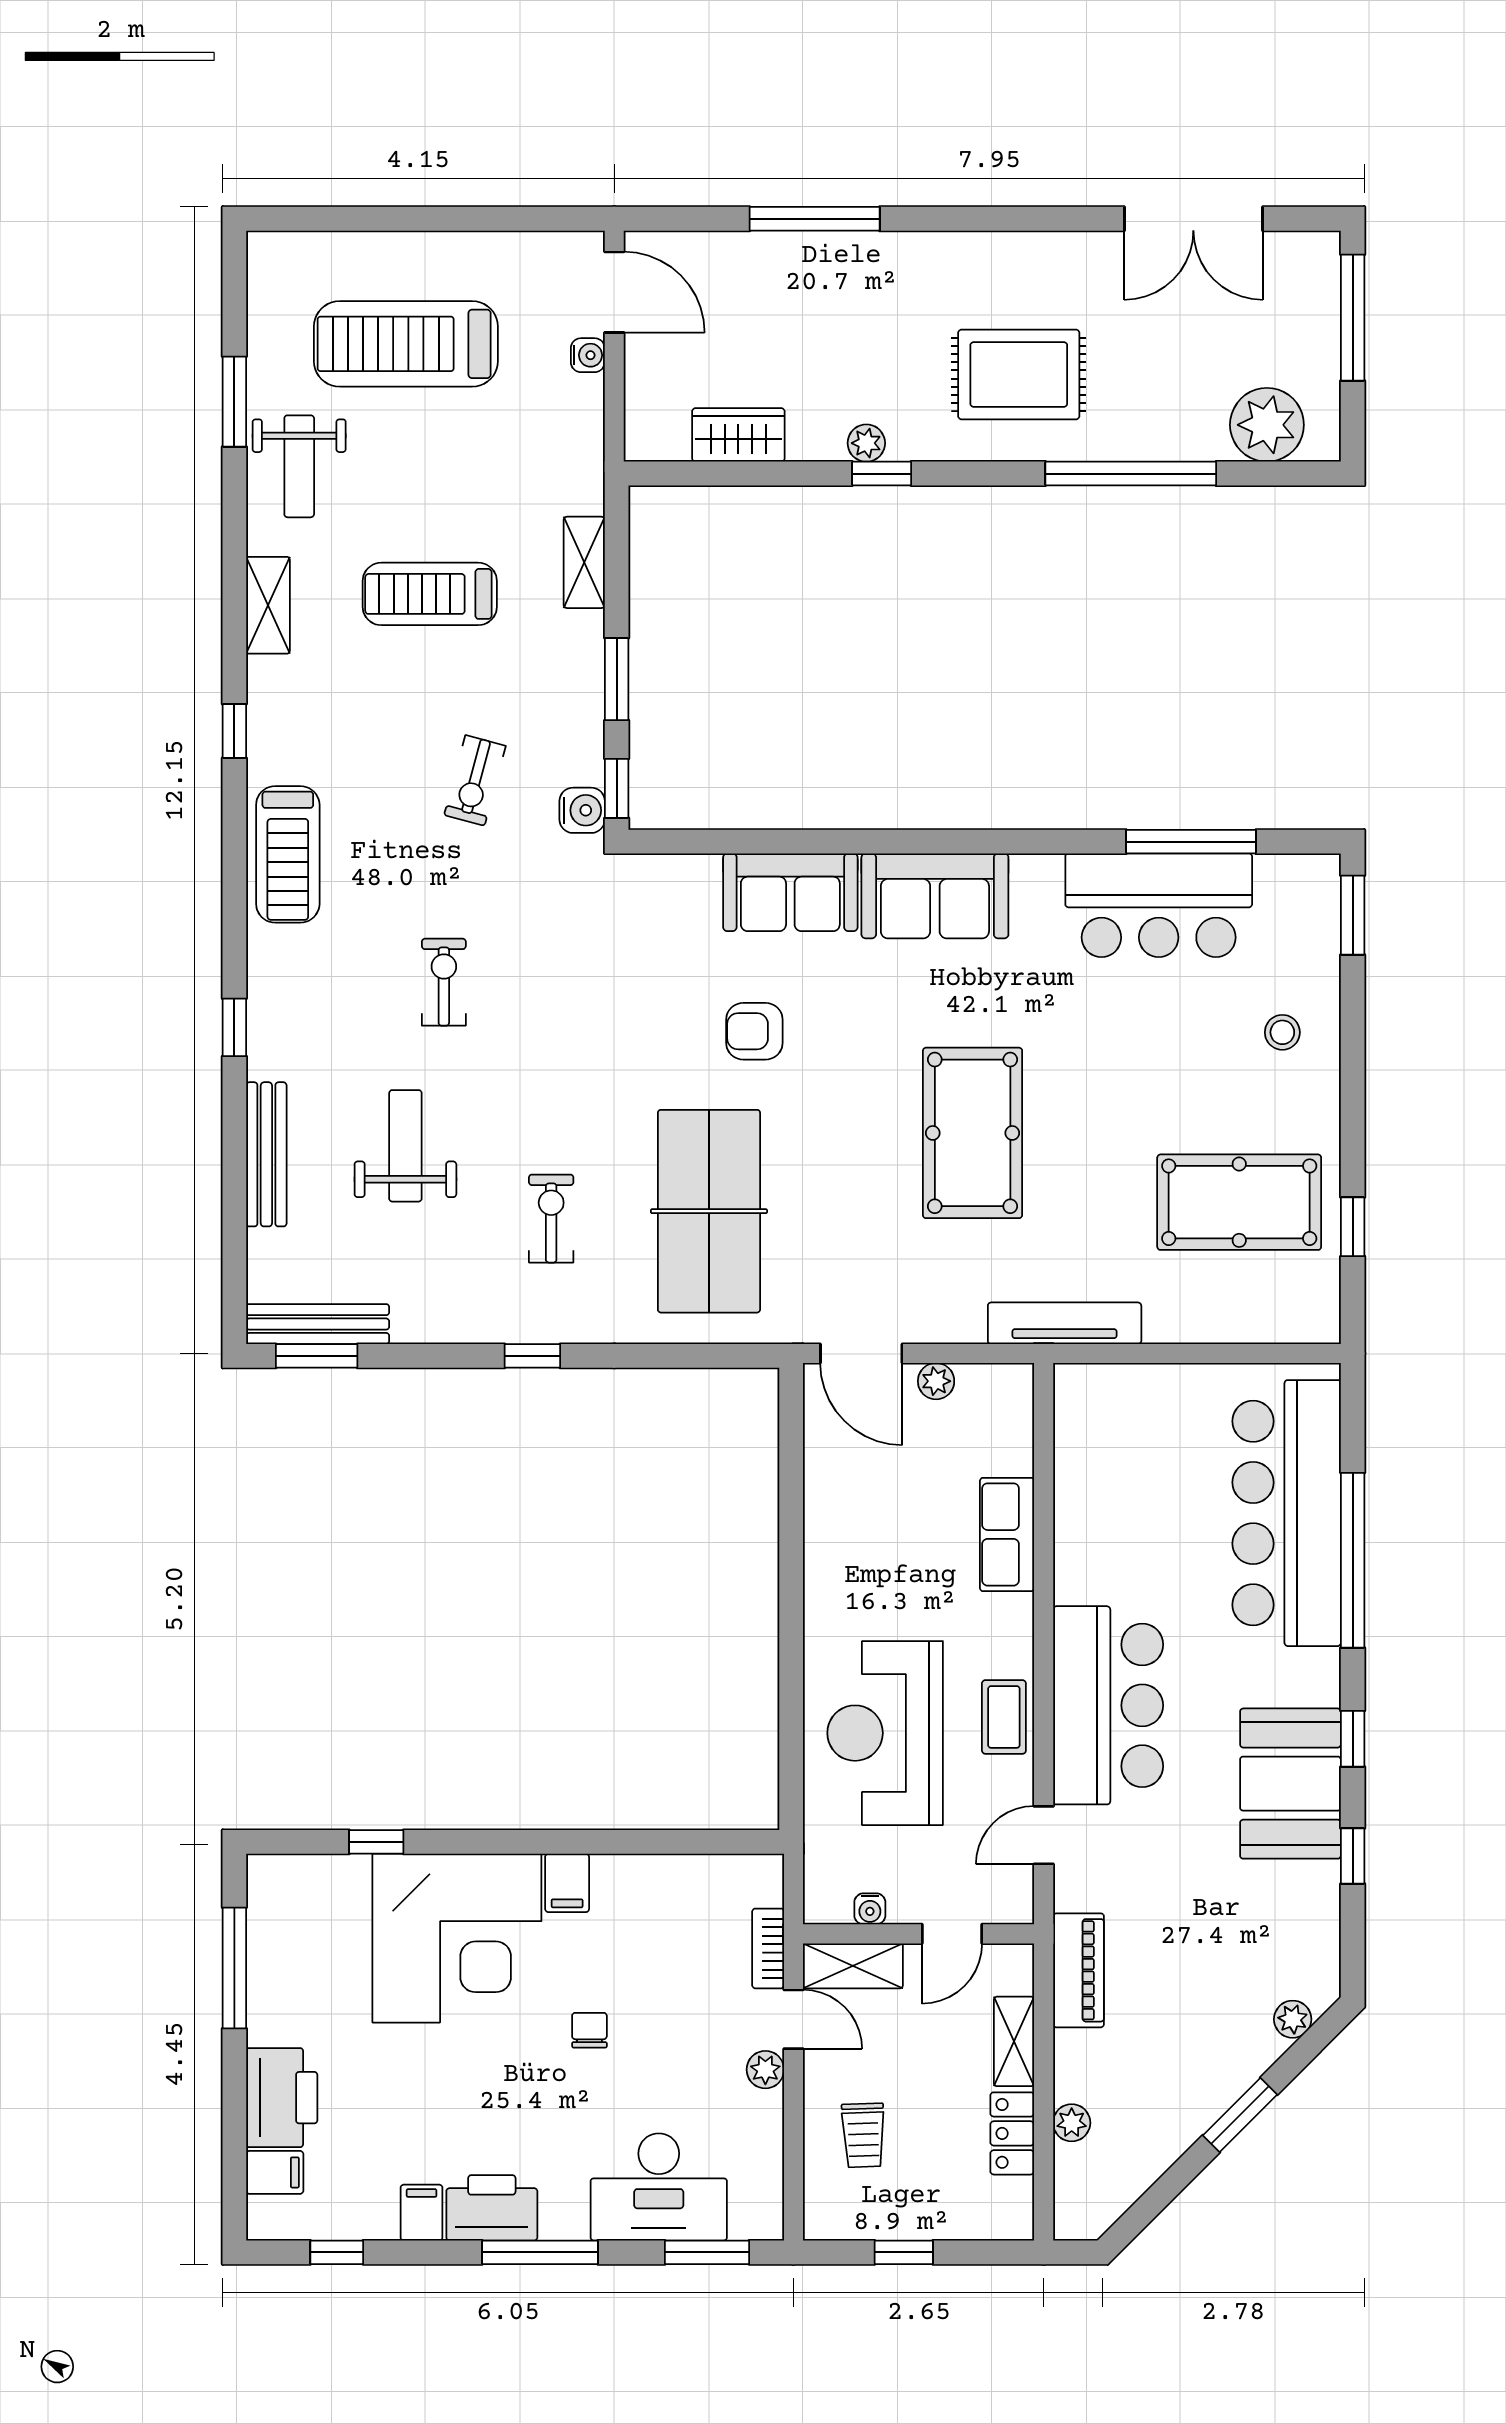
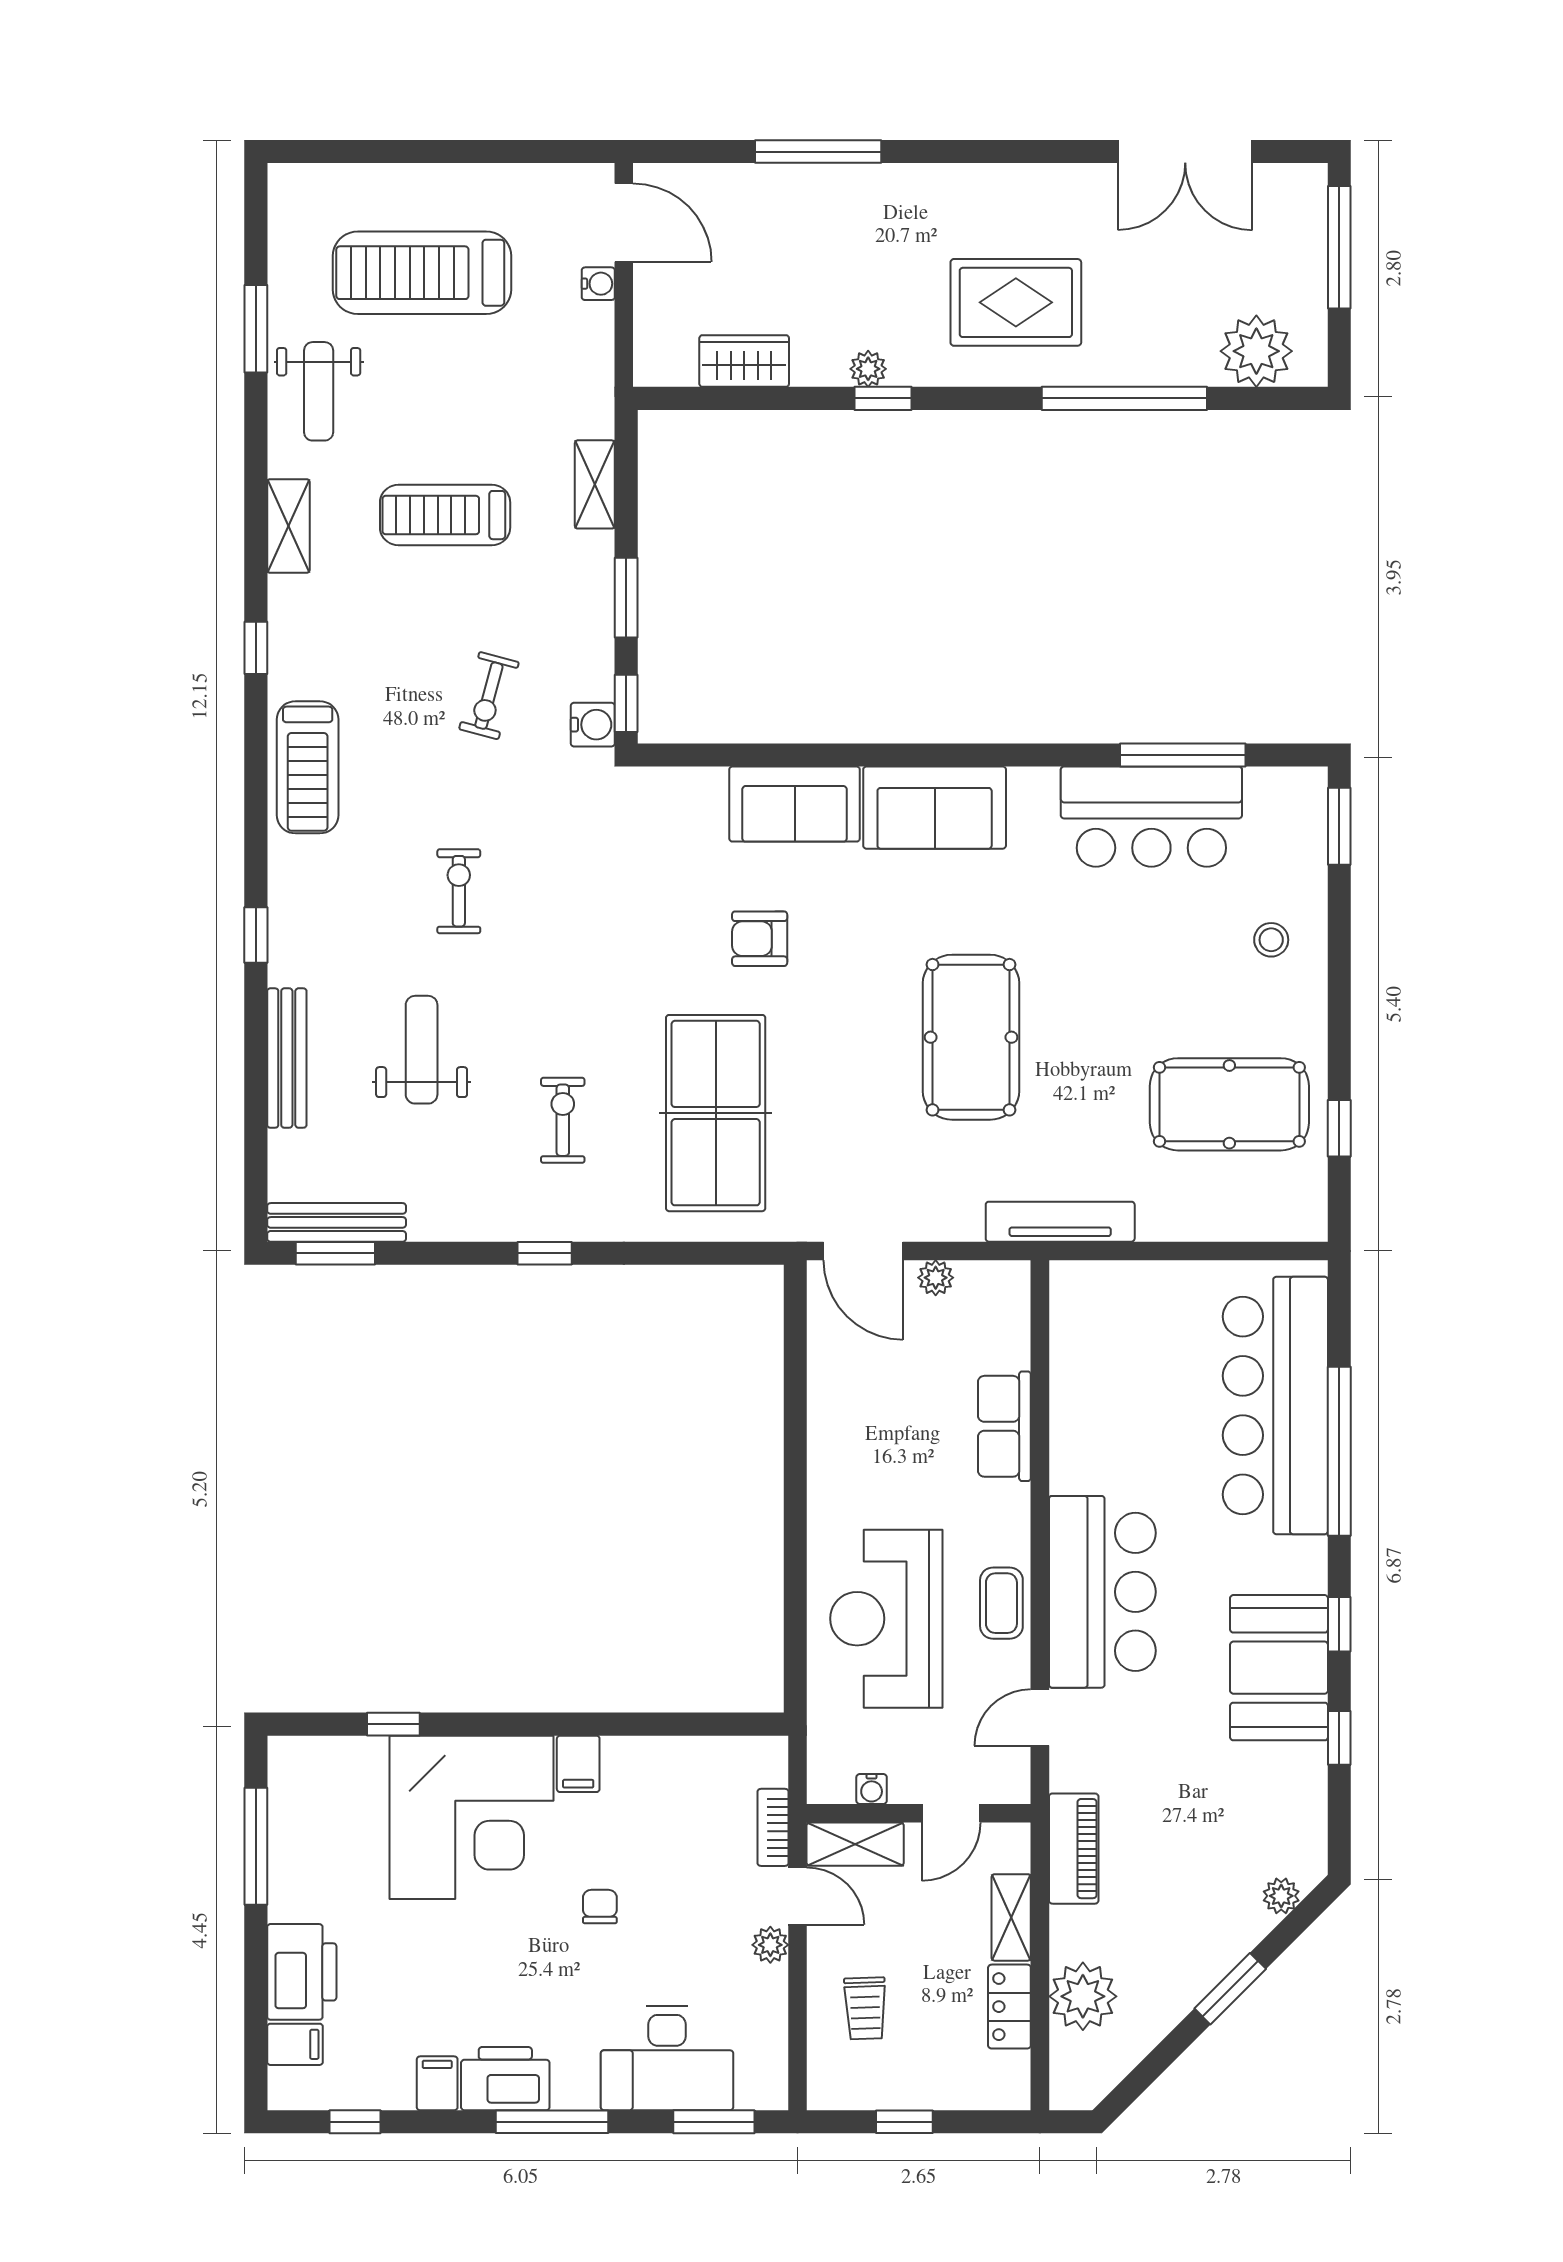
plant: (1072, 2123) -> (1083, 1996), width x1.88, depth x1.88

